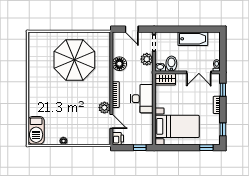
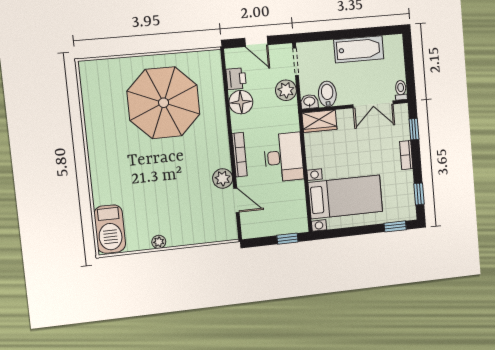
printer: (118, 138) -> (236, 79), moved

